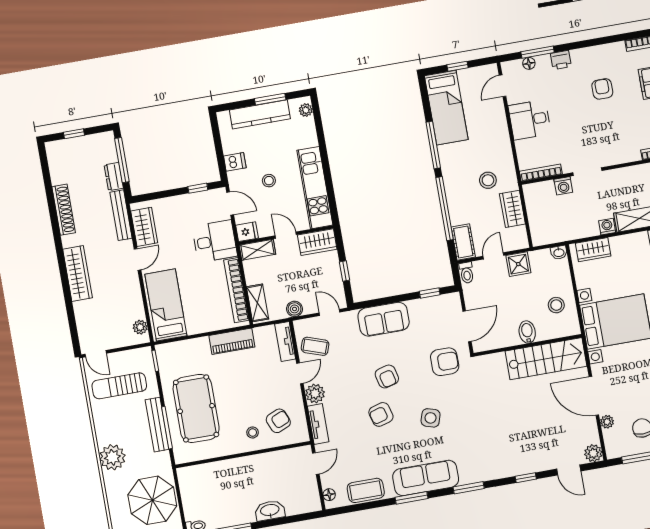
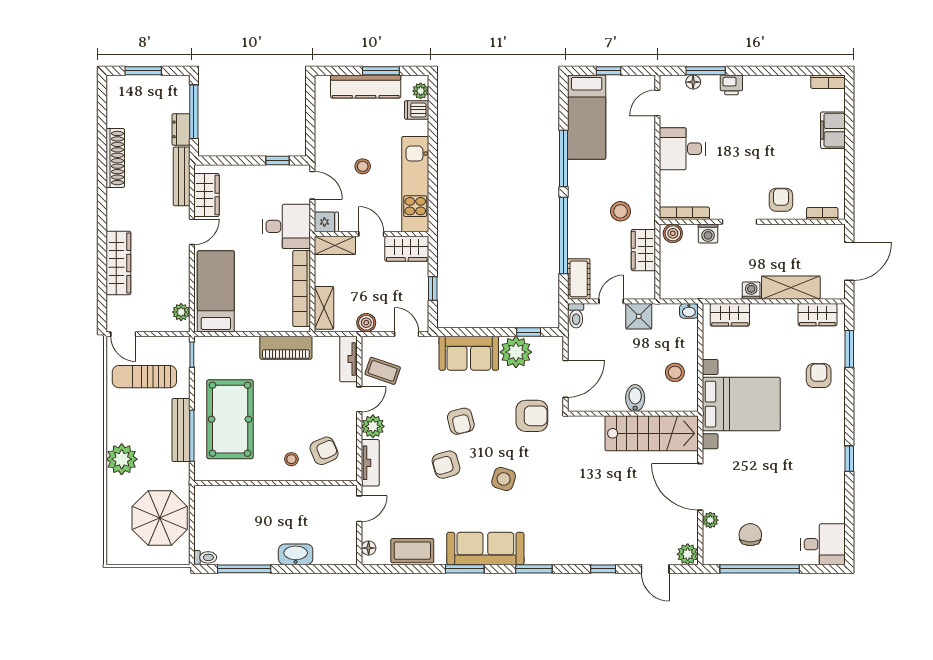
armchair: (602, 89) -> (781, 200), moved
window: (74, 134) -> (143, 71), width x1.50
dishwasher: (235, 162) -> (417, 110), moved, turned 180
boiler: (534, 191) -> (673, 233), added
wardrobe: (77, 274) -> (118, 263), moved
plant: (422, 311) -> (516, 352), added

